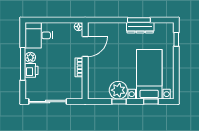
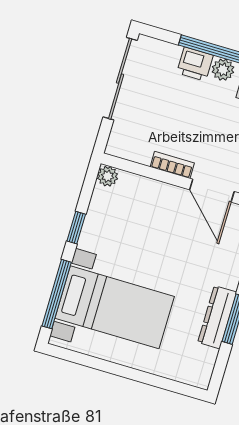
window: (176, 39) -> (171, 385), removed
plant: (118, 90) -> (108, 176), moved, width x0.53, depth x0.53
window: (151, 102) -> (57, 294), width x2.17

